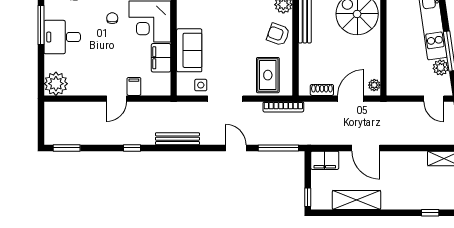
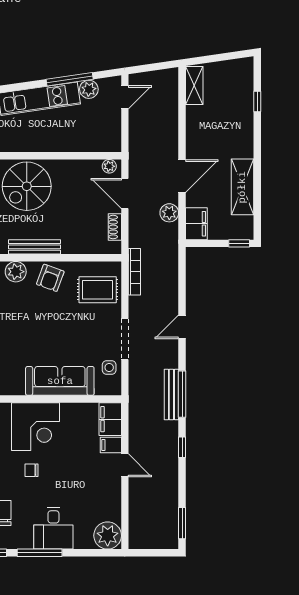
sofa: (189, 50) -> (60, 381), width x1.36
filing cabinet: (161, 58) -> (110, 419), moved, turned 90
plant: (334, 137) -> (169, 213), added
window: (278, 148) -> (182, 394), moved

